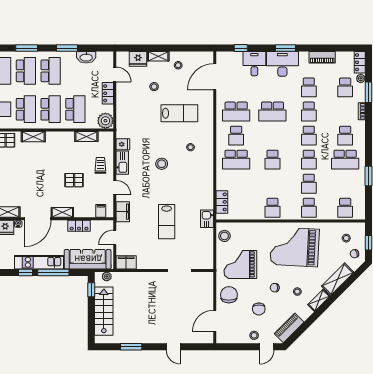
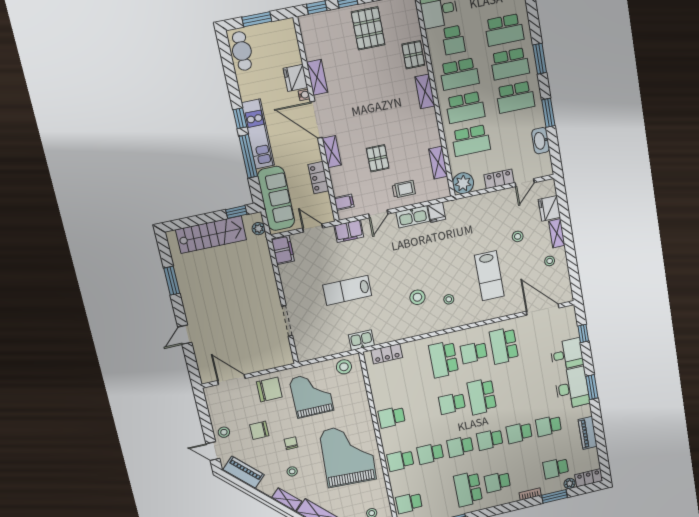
school desk: (272, 112) -> (482, 396), moved
stool: (162, 164) -> (417, 297), moved

